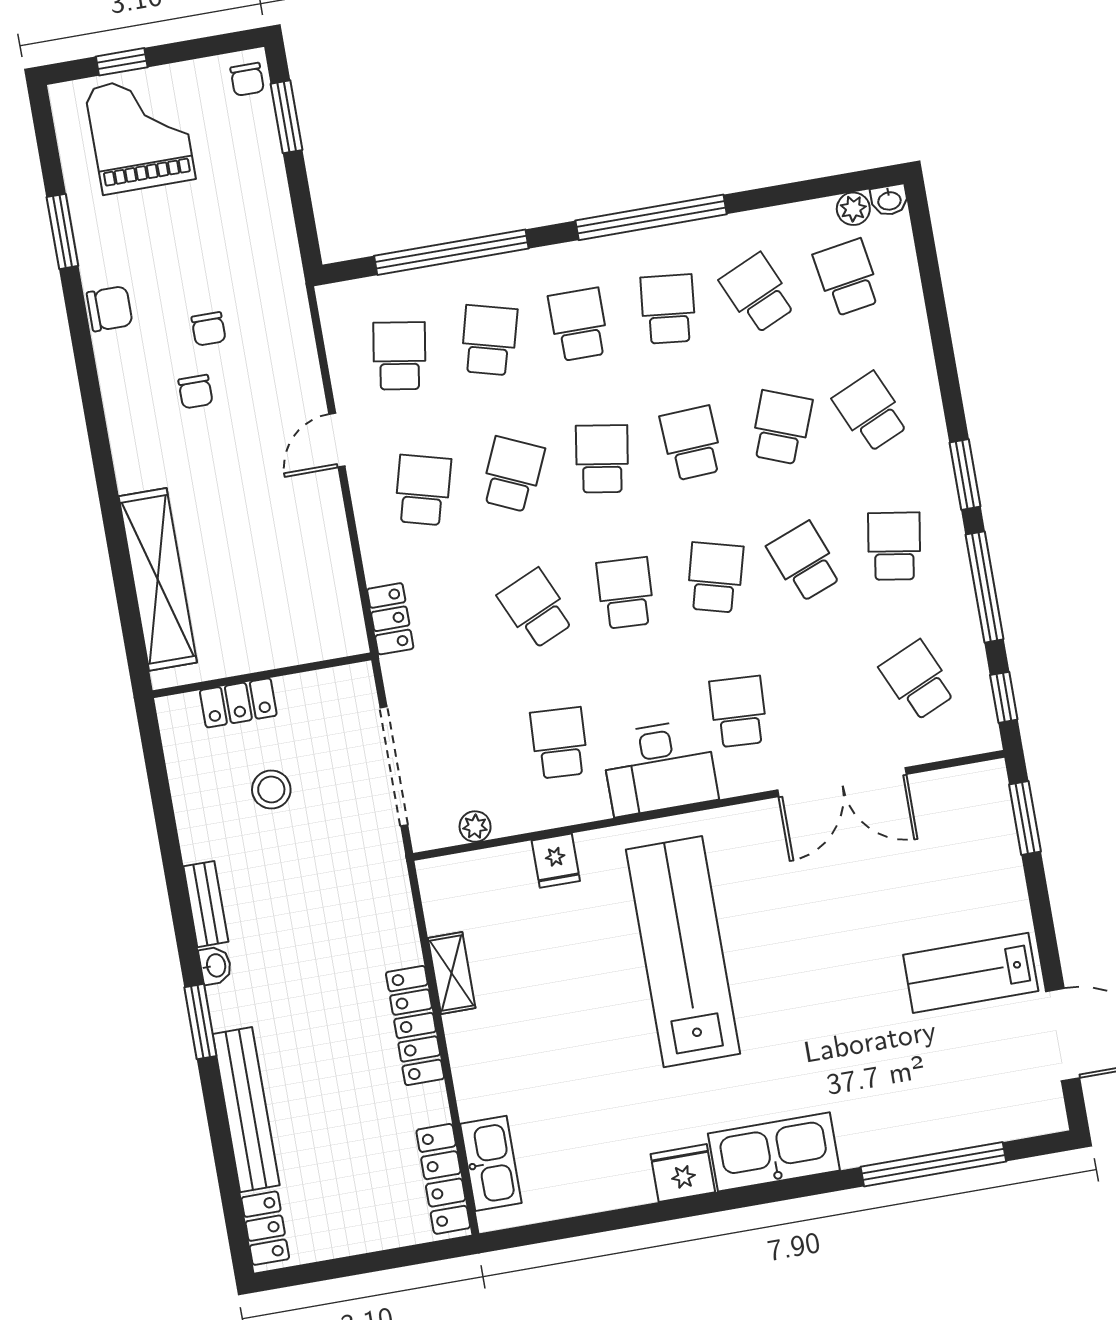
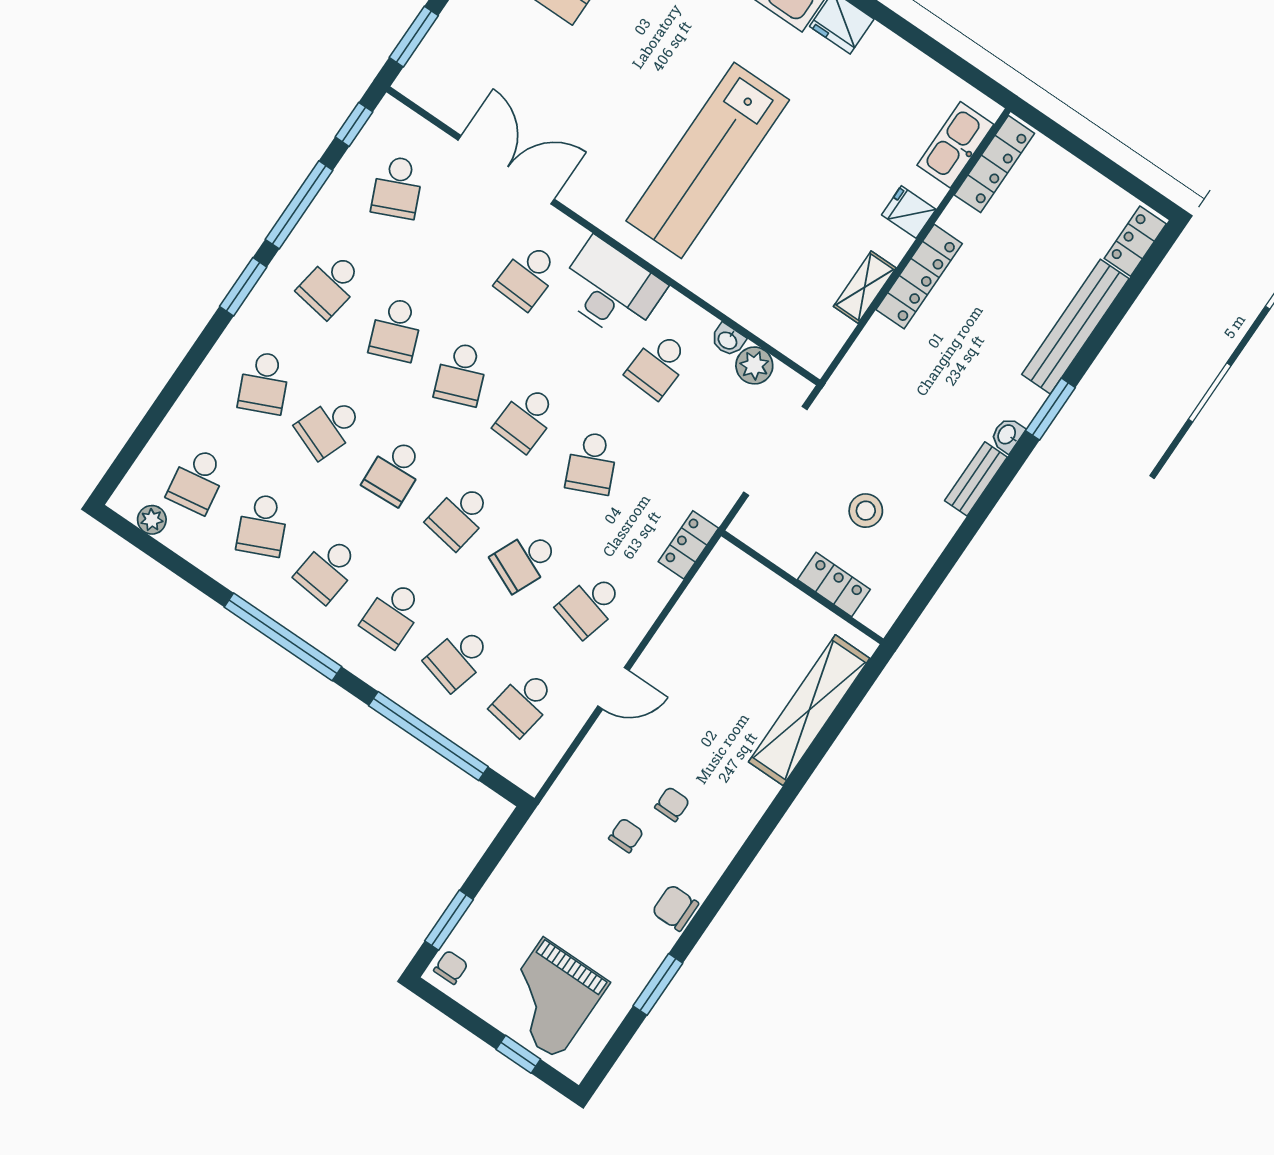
washbasin: (889, 200) -> (728, 340), moved, turned 180
school desk: (715, 577) -> (461, 374), turned -36
plant: (475, 827) -> (754, 365), width x1.38, depth x1.38
fridge: (556, 861) -> (909, 212), moved, turned -90

